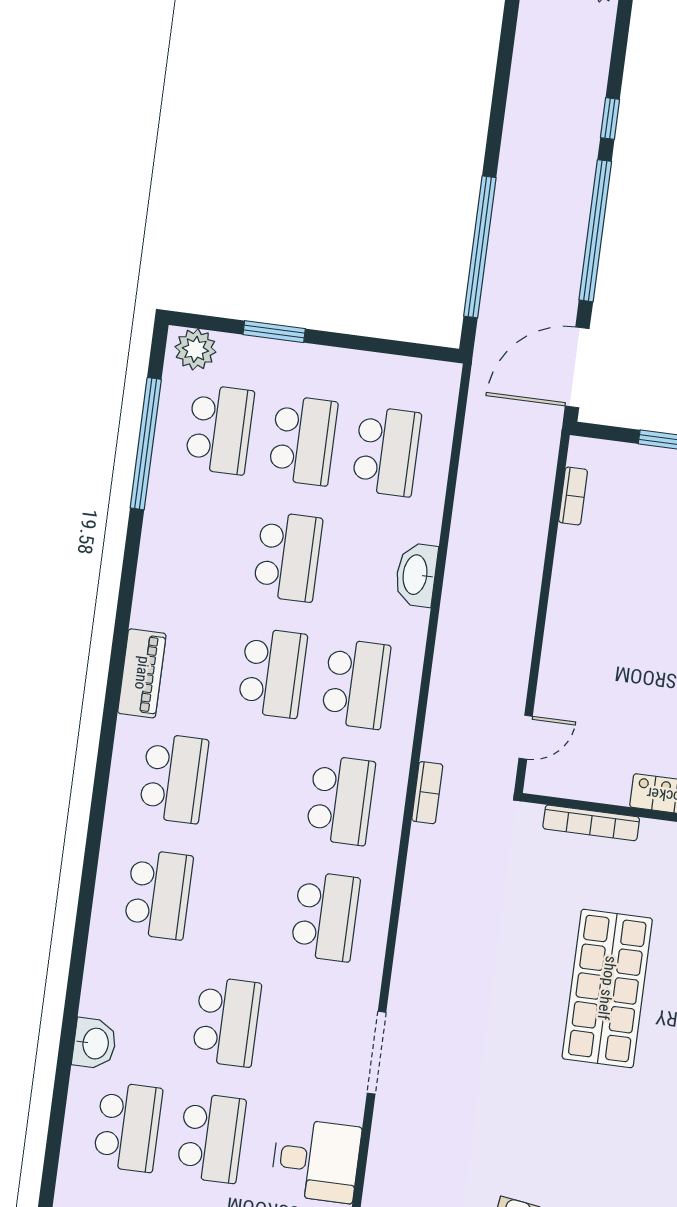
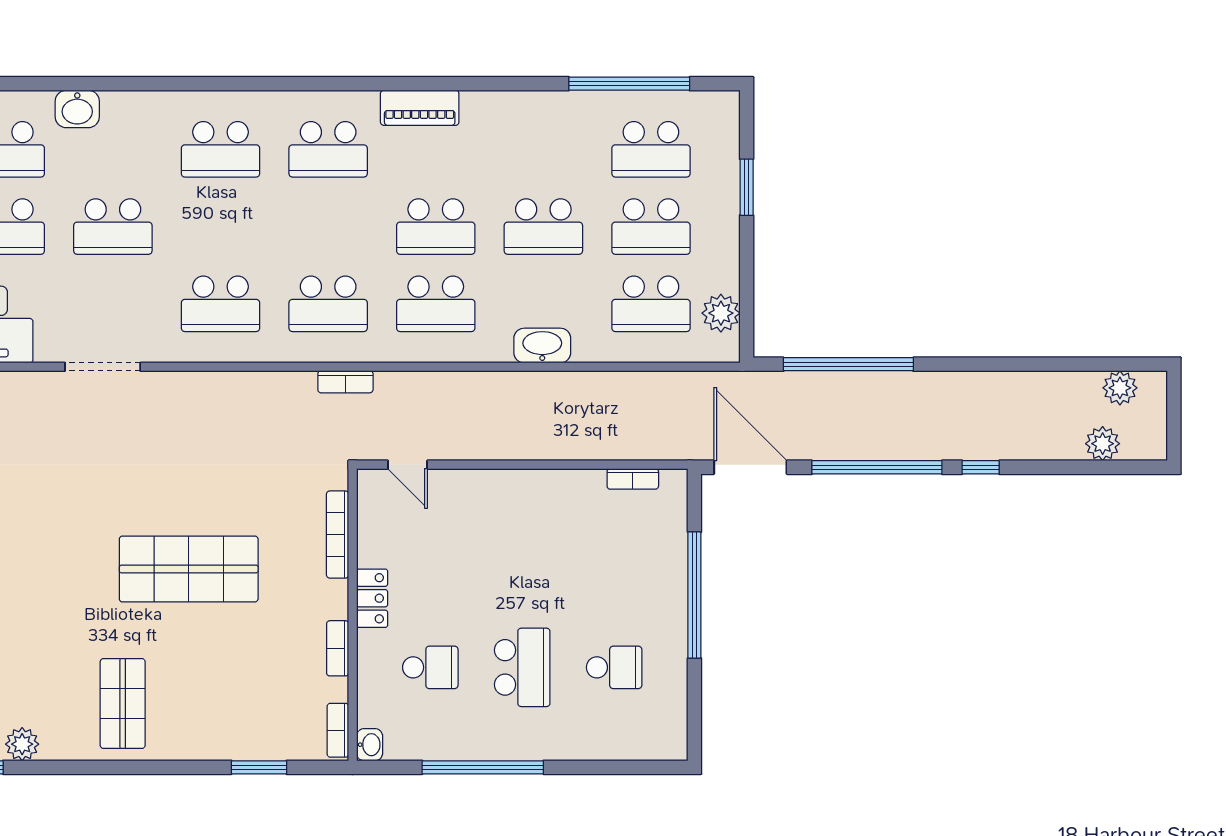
plant: (195, 349) -> (721, 313), moved

